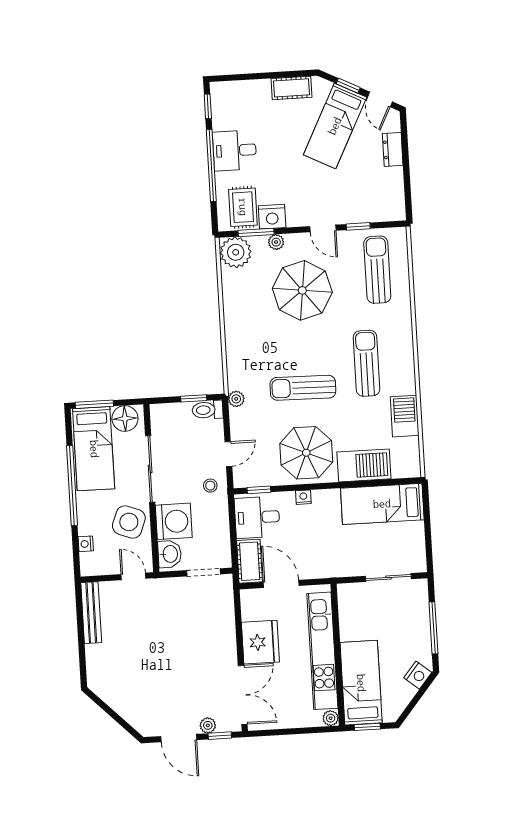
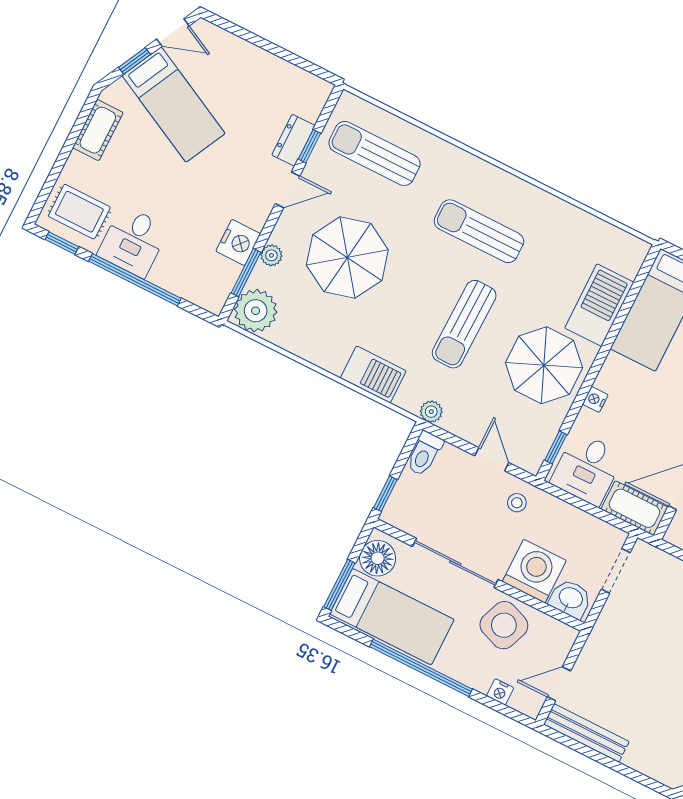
dresser: (393, 149) -> (293, 140), moved, turned 90
rug: (243, 207) -> (79, 212), moved
window: (194, 398) -> (385, 494), moved
barbecue: (405, 416) -> (373, 374), moved, turned 180
door: (133, 576) -> (559, 684), moved

